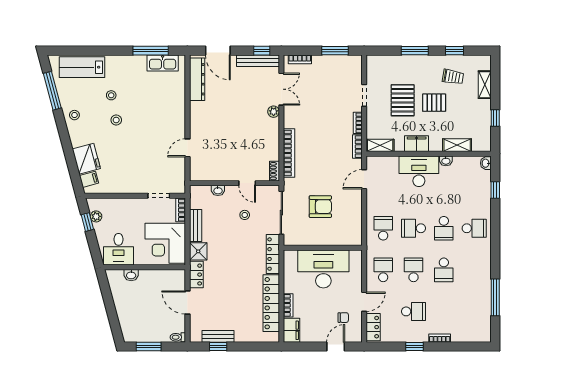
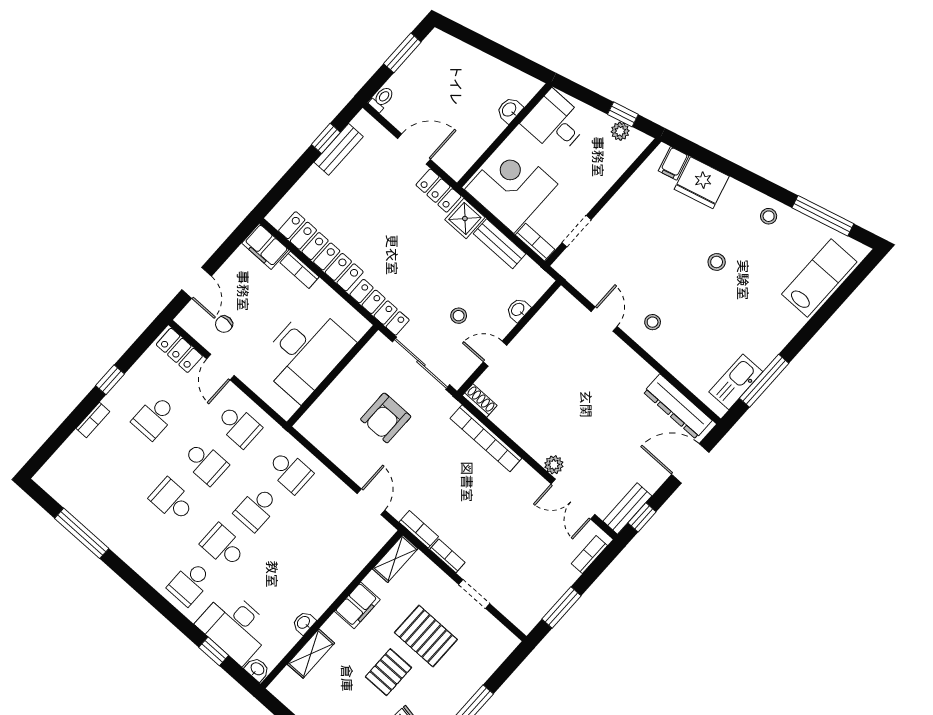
bench: (258, 61) -> (627, 508), width x0.73
stool: (111, 95) -> (653, 322), moved
desk: (419, 171) -> (235, 627), moved, turned 90
school desk: (413, 228) -> (257, 509), turned 180

